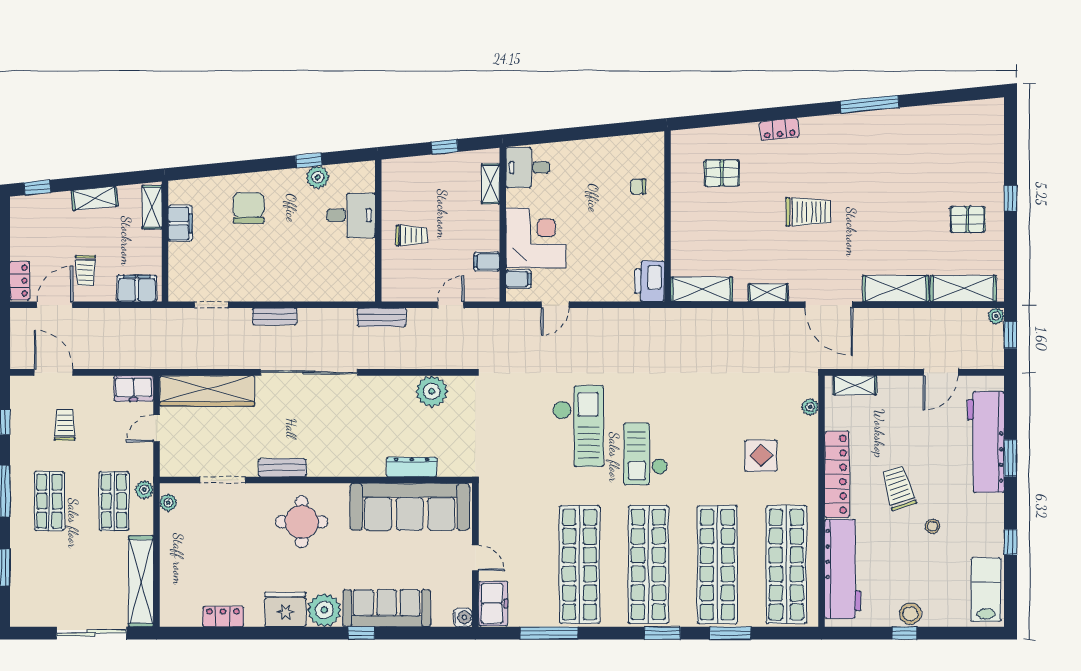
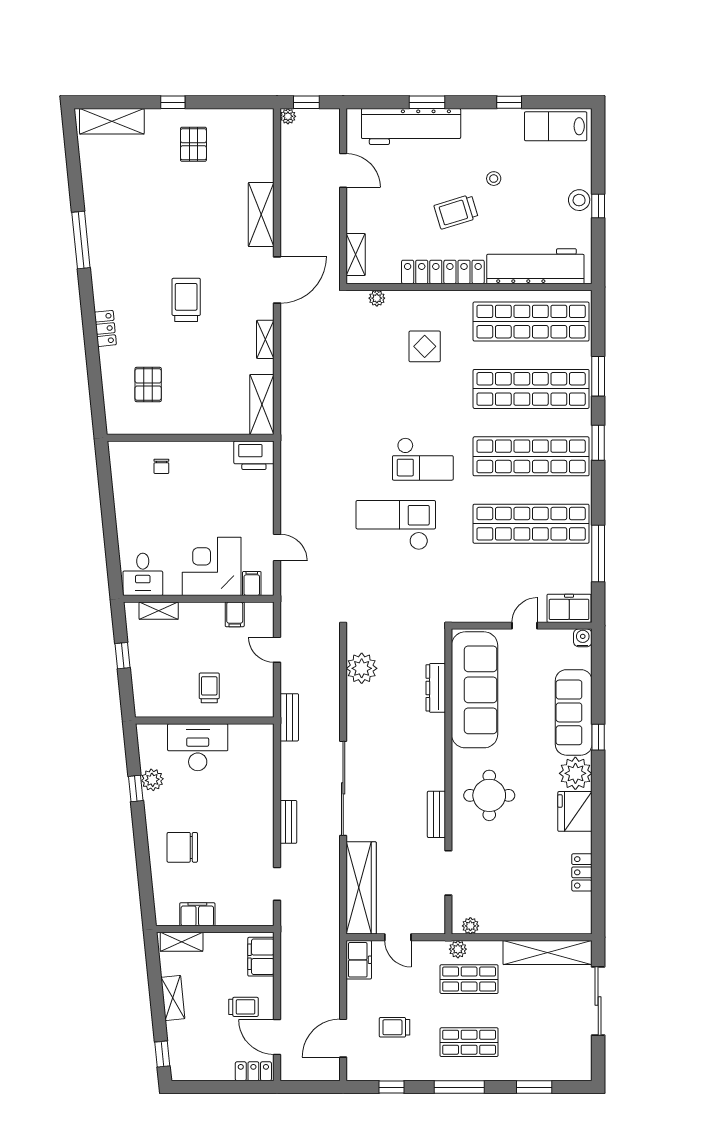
desk: (351, 215) -> (198, 747), width x1.37
shelving: (963, 288) -> (112, 121), moved, turned 90

